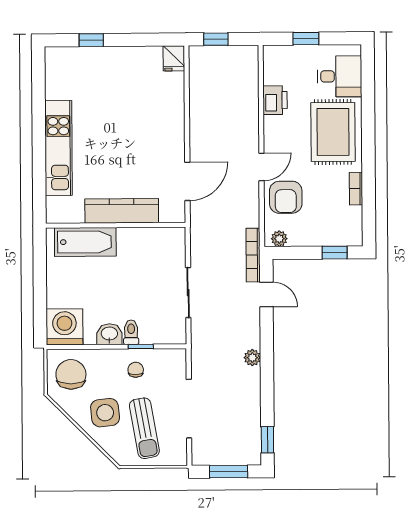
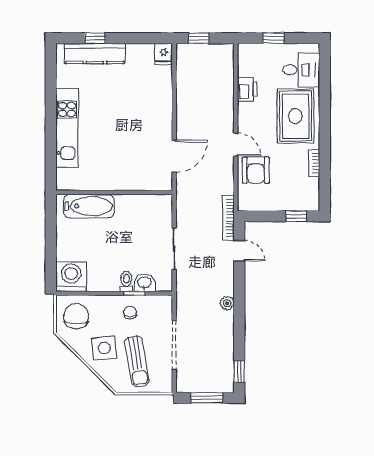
door: (261, 167) -> (236, 145), hinge flipped
kitchen counter: (122, 211) -> (95, 54), moved, turned 180
plant: (279, 239) -> (250, 204), removed
washbasin: (109, 334) -> (145, 283), moved

